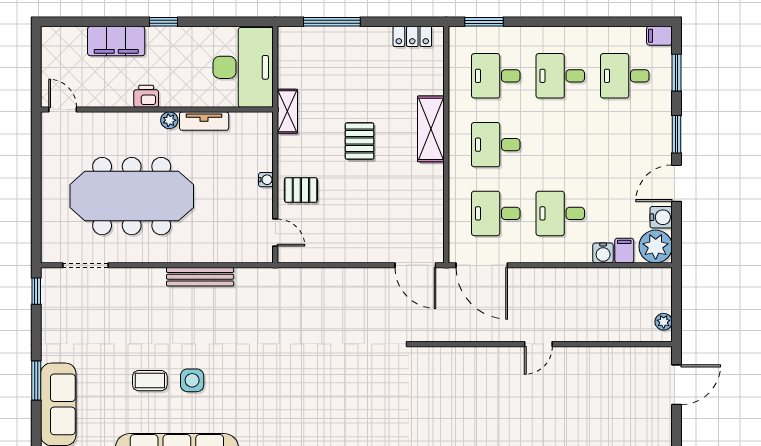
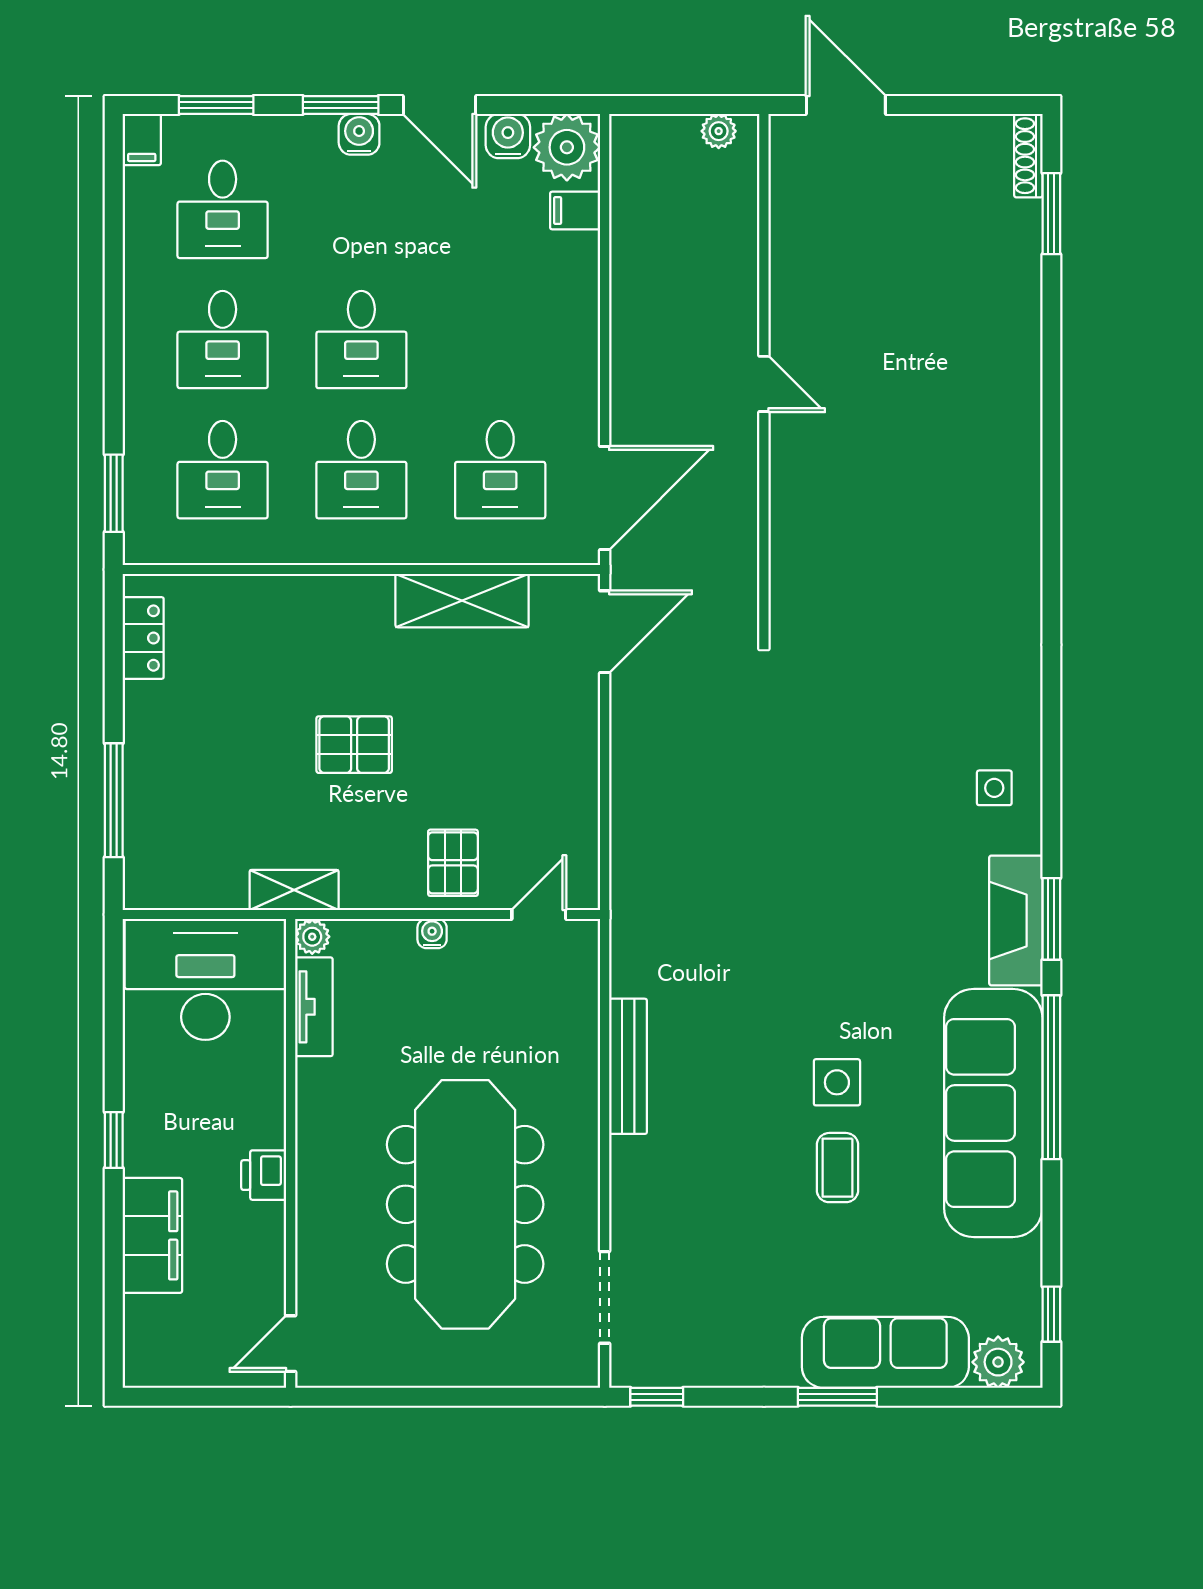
plant: (169, 120) -> (312, 937), moved
tv unit: (204, 121) -> (314, 1007), moved
shelving: (431, 129) -> (462, 601), moved
desk: (560, 213) -> (361, 340), moved
water cooler: (603, 253) -> (359, 134), moved, turned -90

